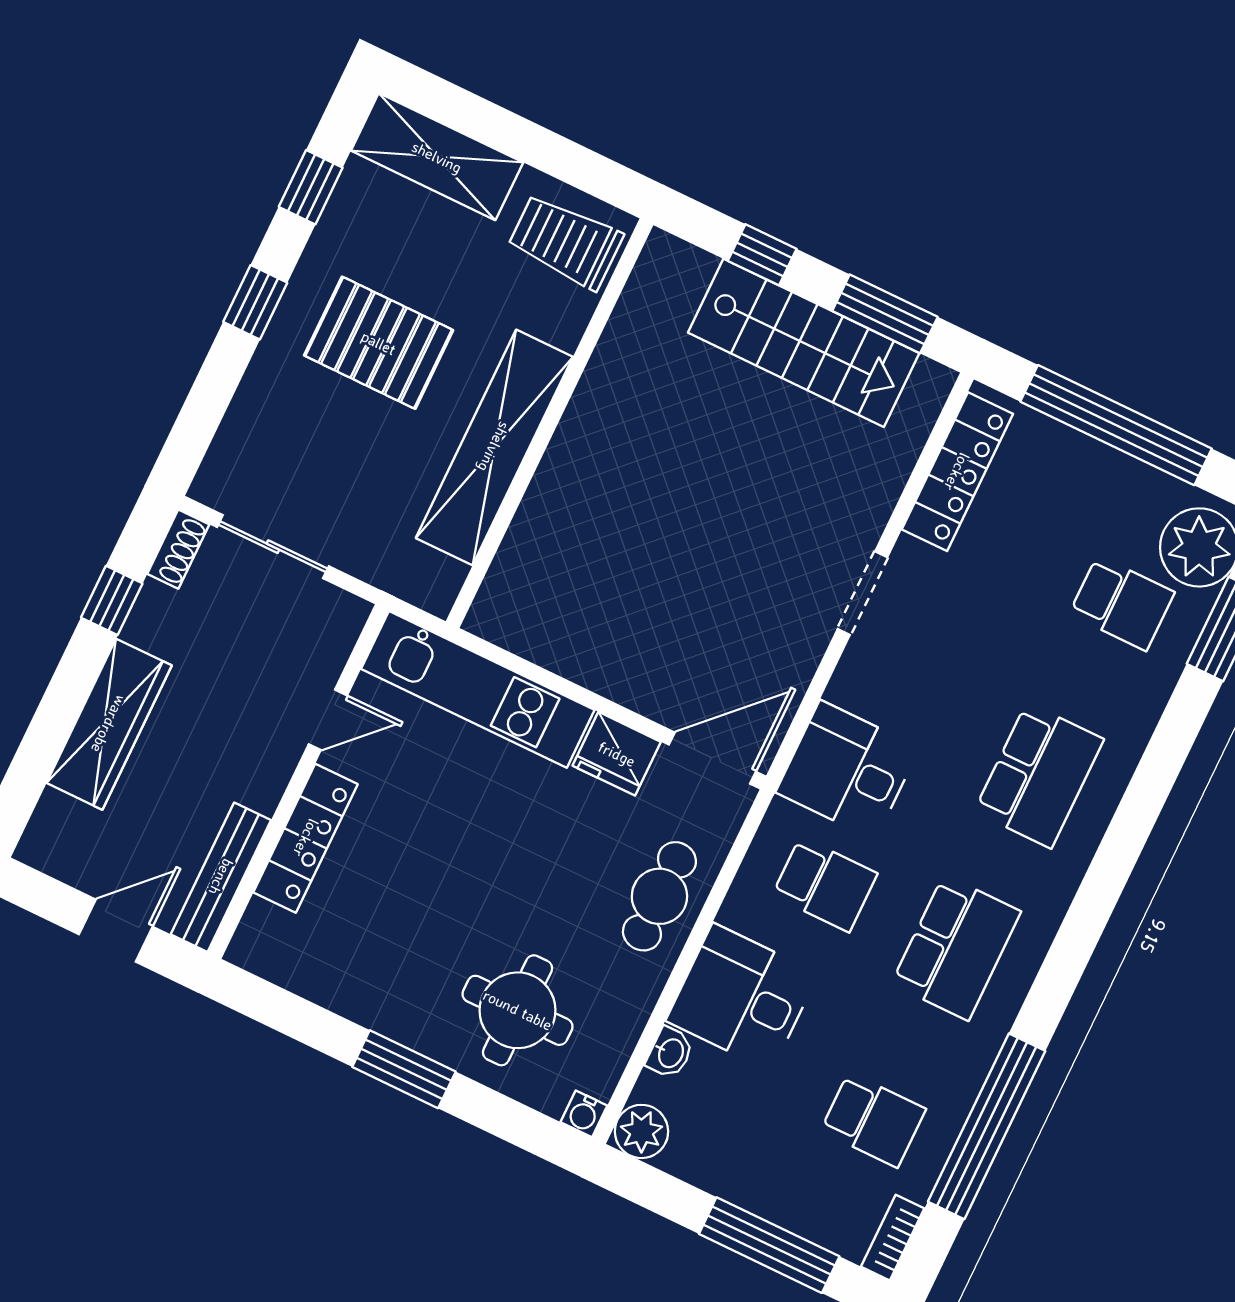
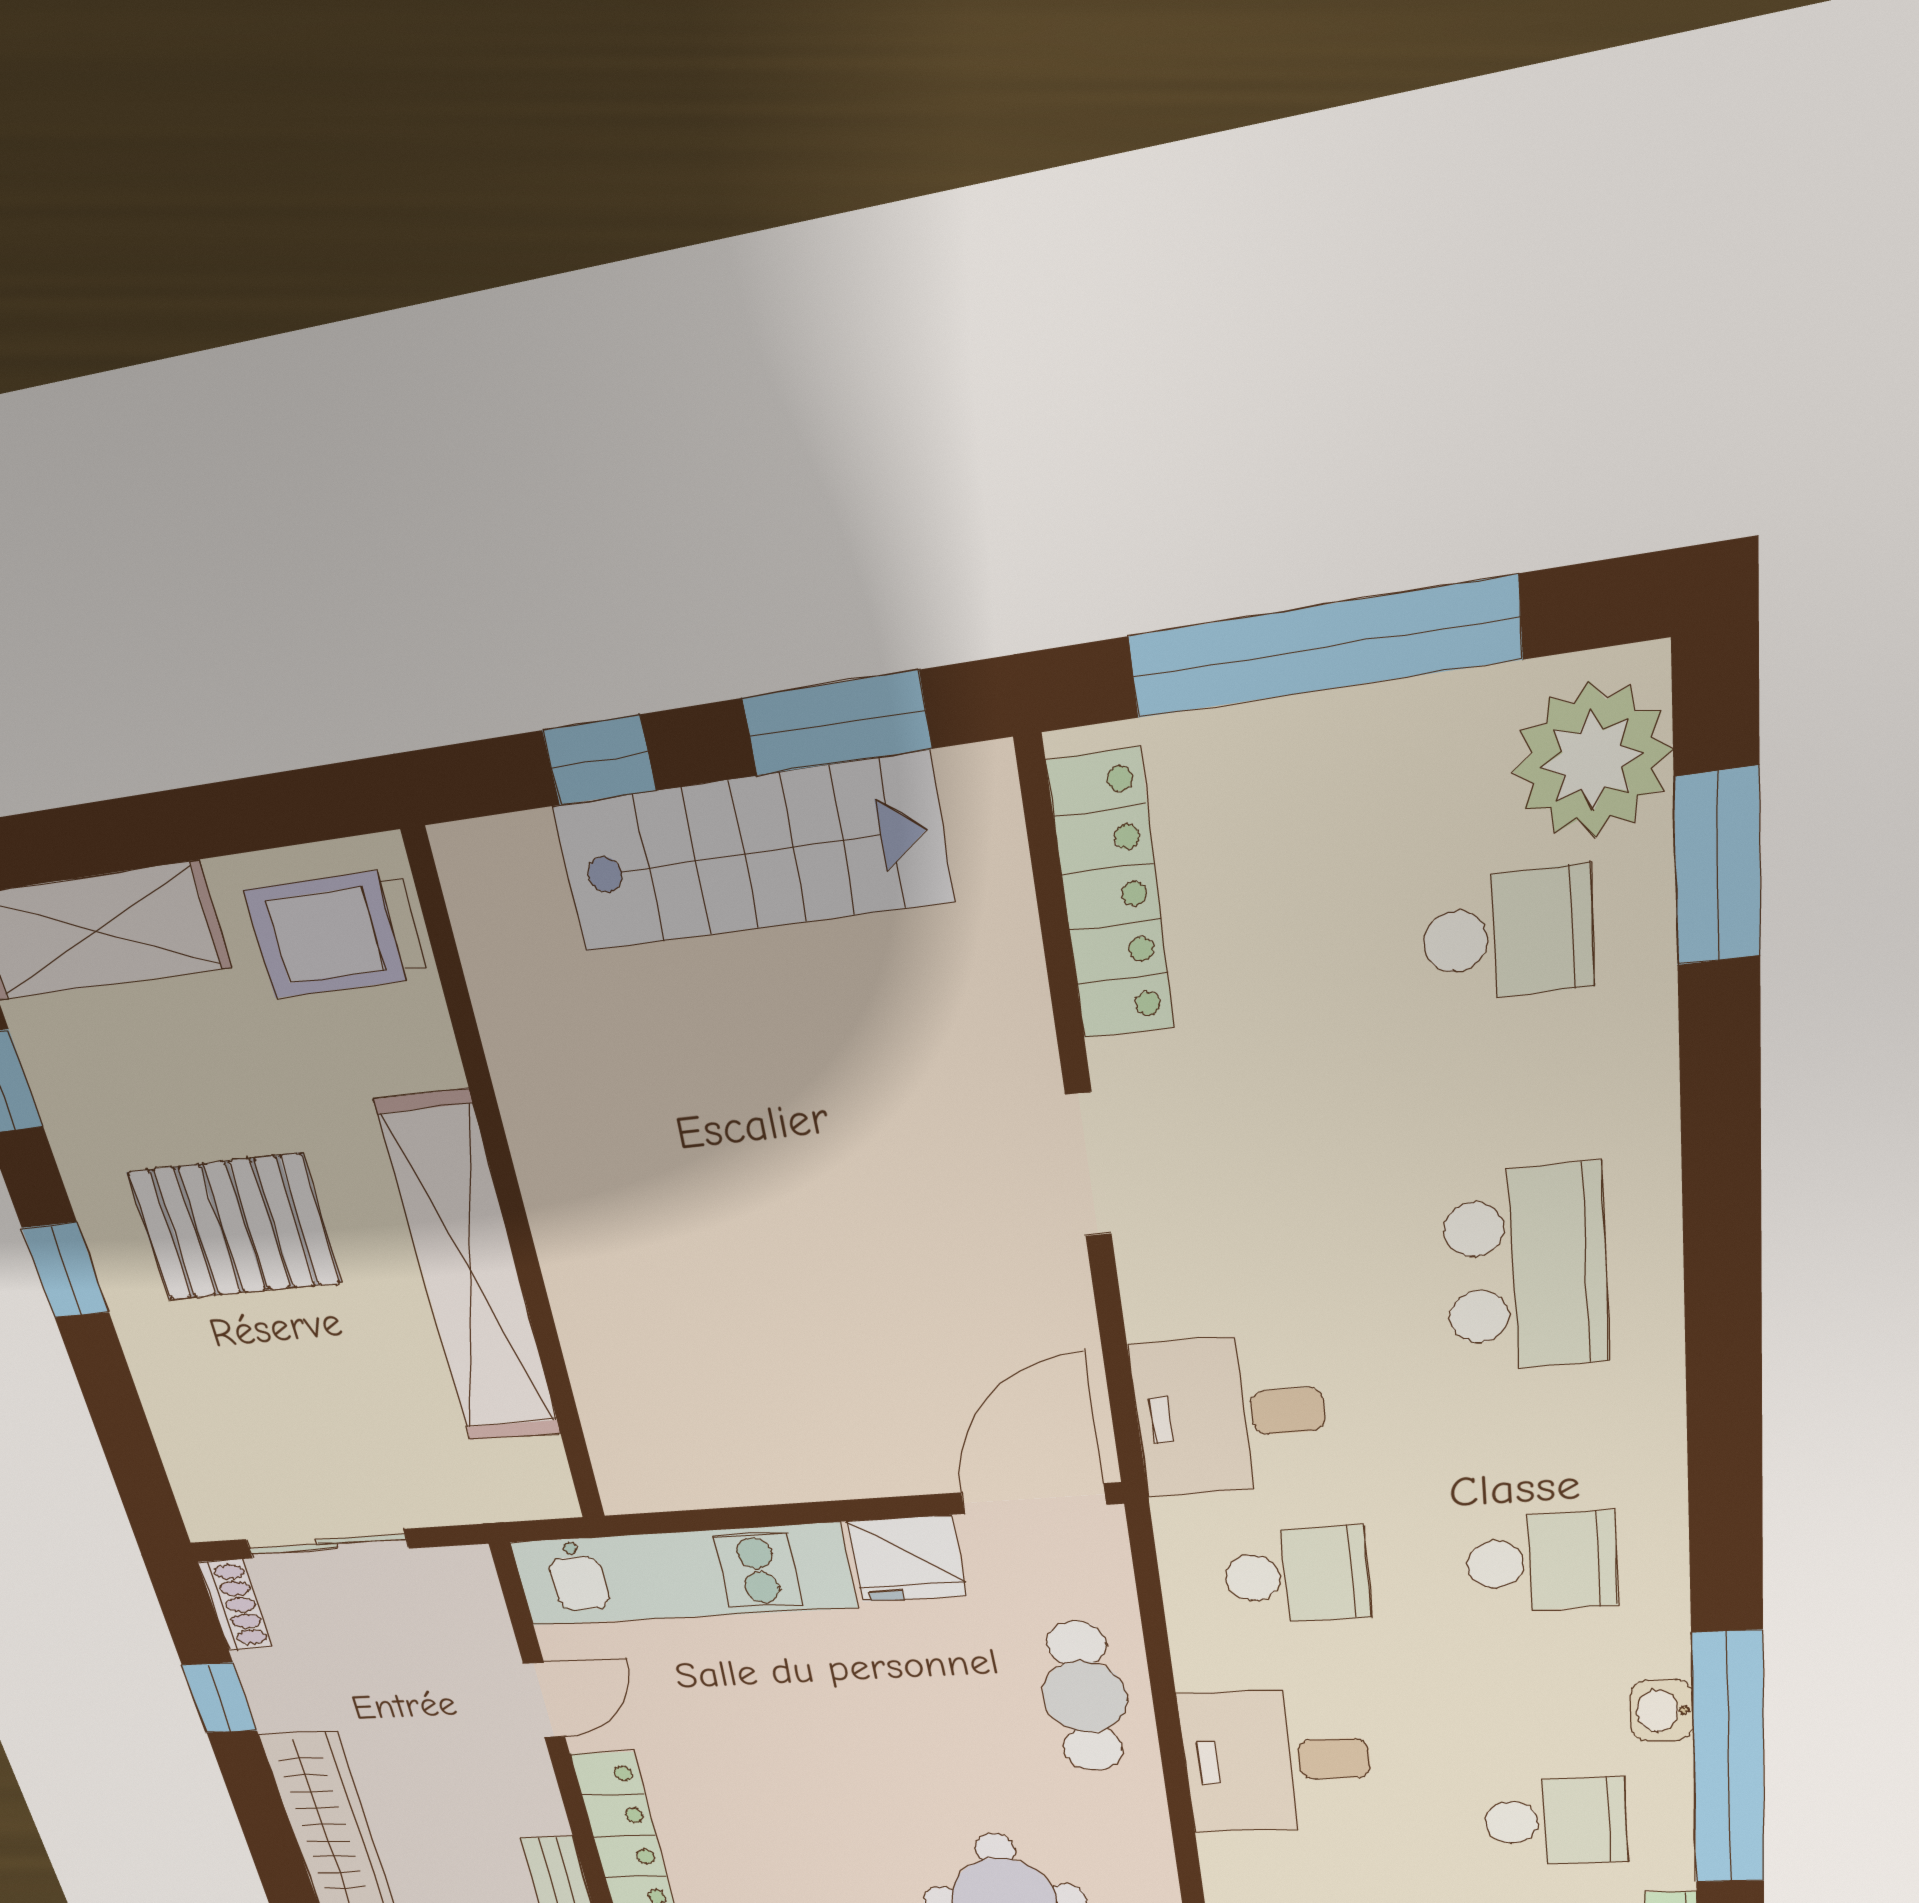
school desk: (956, 948) -> (1541, 1562), width x0.54
washbasin: (670, 1053) -> (1662, 1711), moved, turned 180

